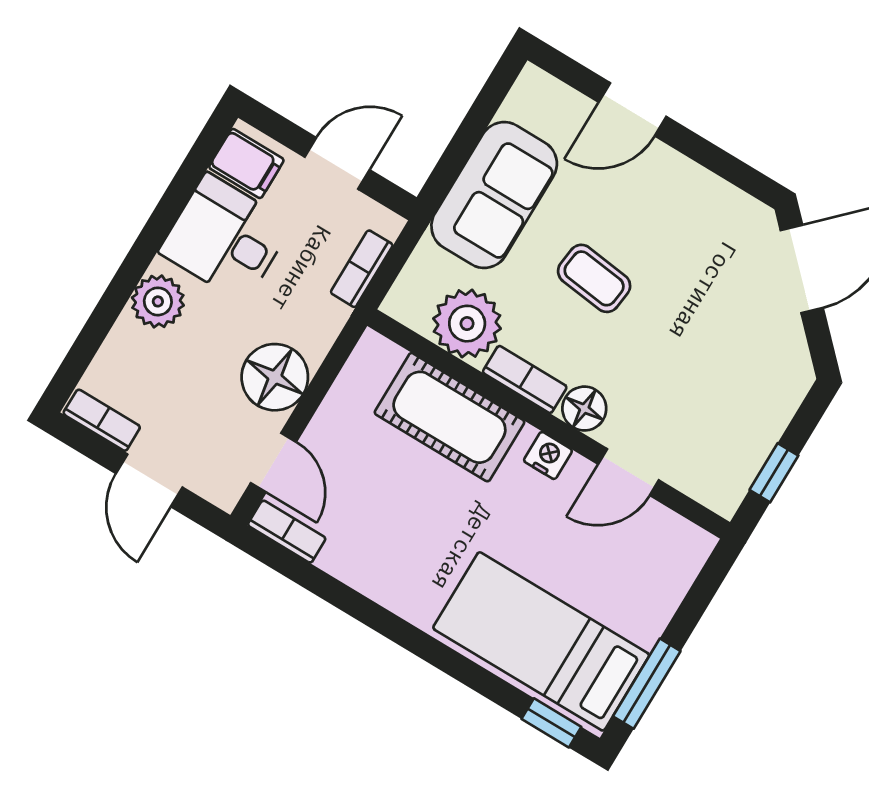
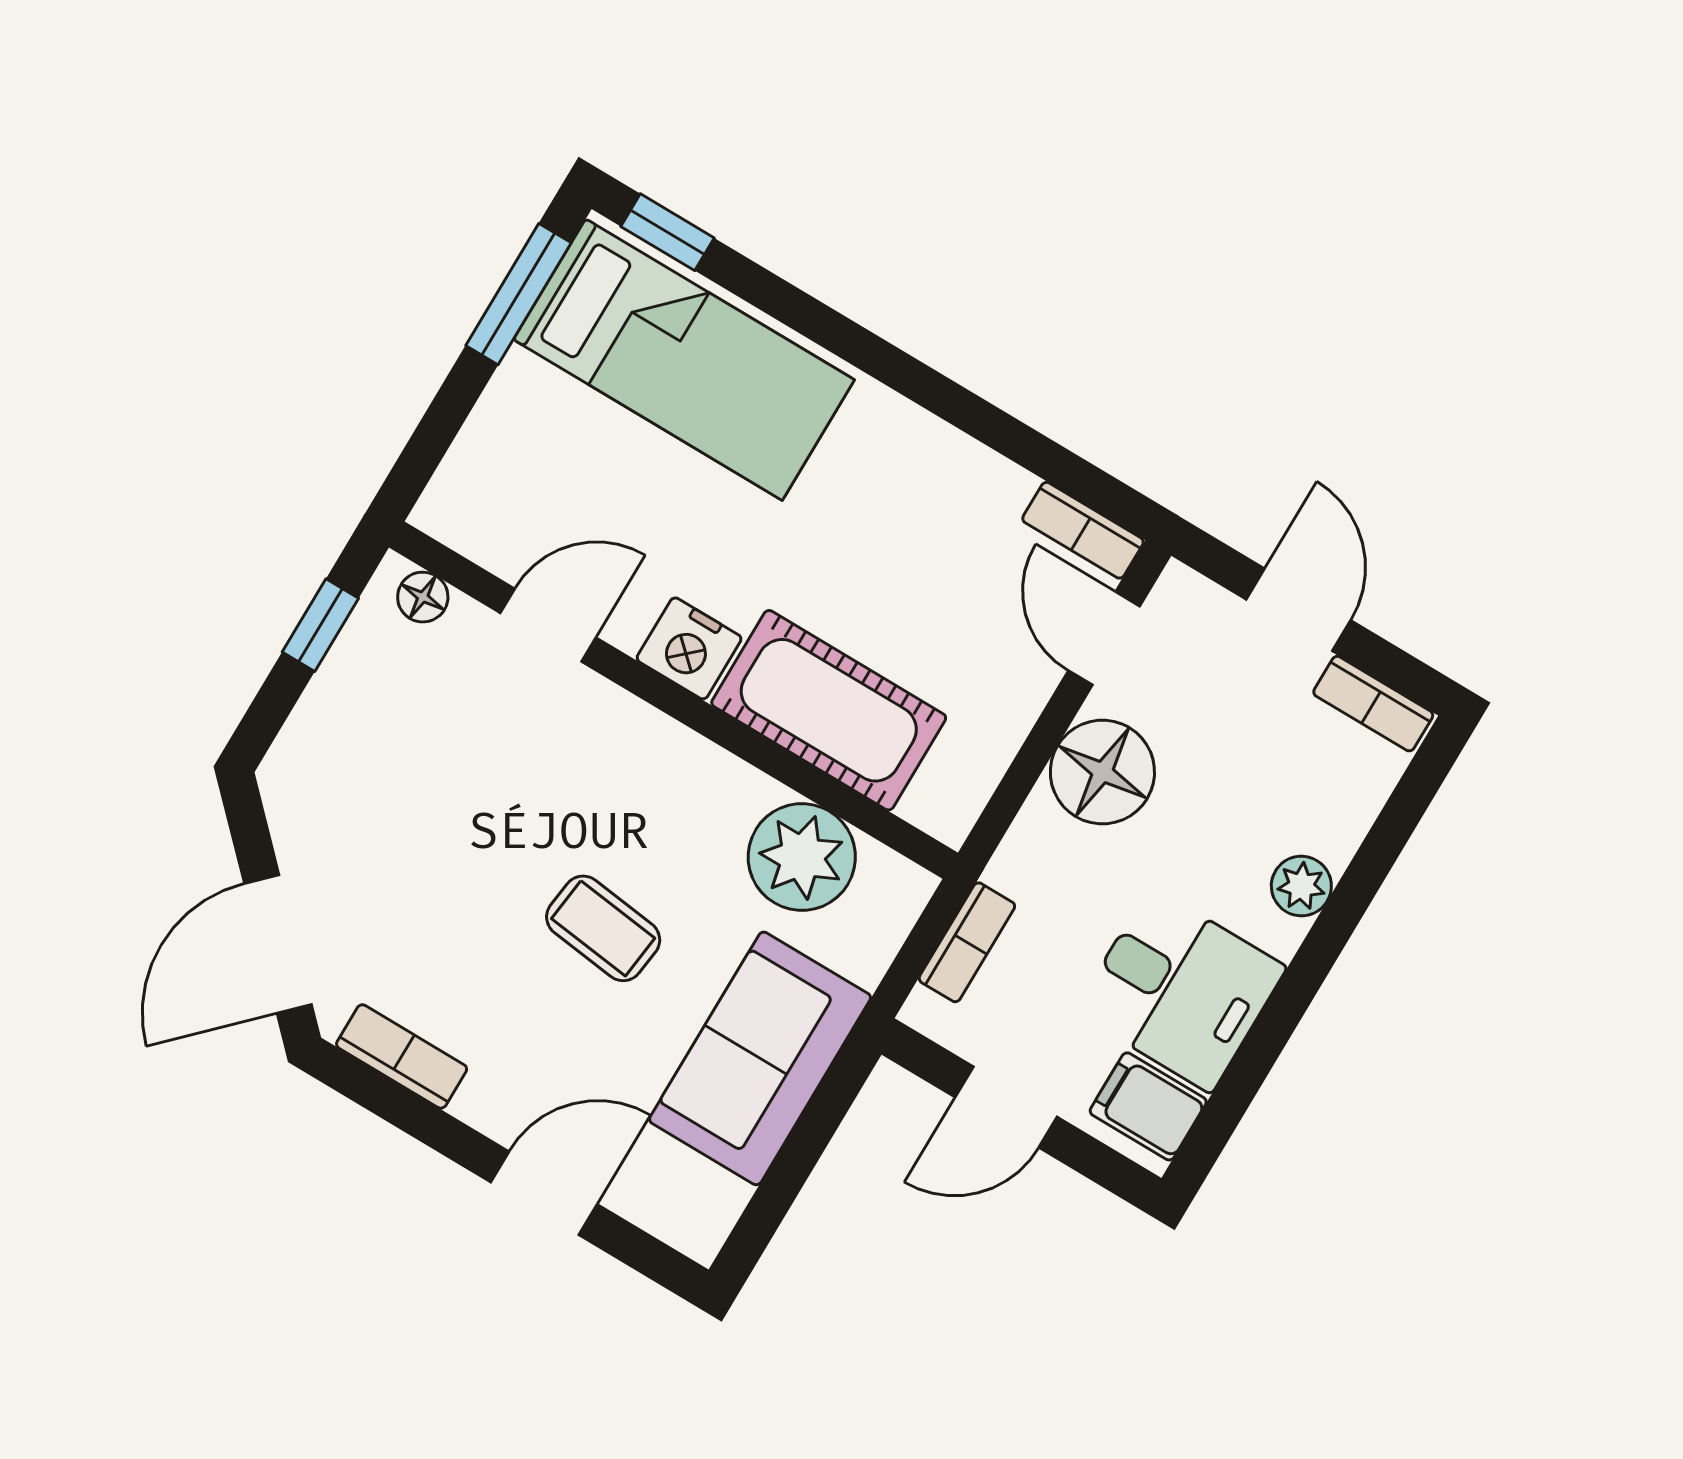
plant: (158, 301) -> (1301, 886), width x0.73, depth x0.73
bookcase: (525, 379) -> (402, 1057), moved, turned 180
floor lamp: (584, 409) -> (423, 597), moved, width x0.73, depth x0.73
nightstand: (548, 455) -> (689, 648), width x1.39, depth x1.35

